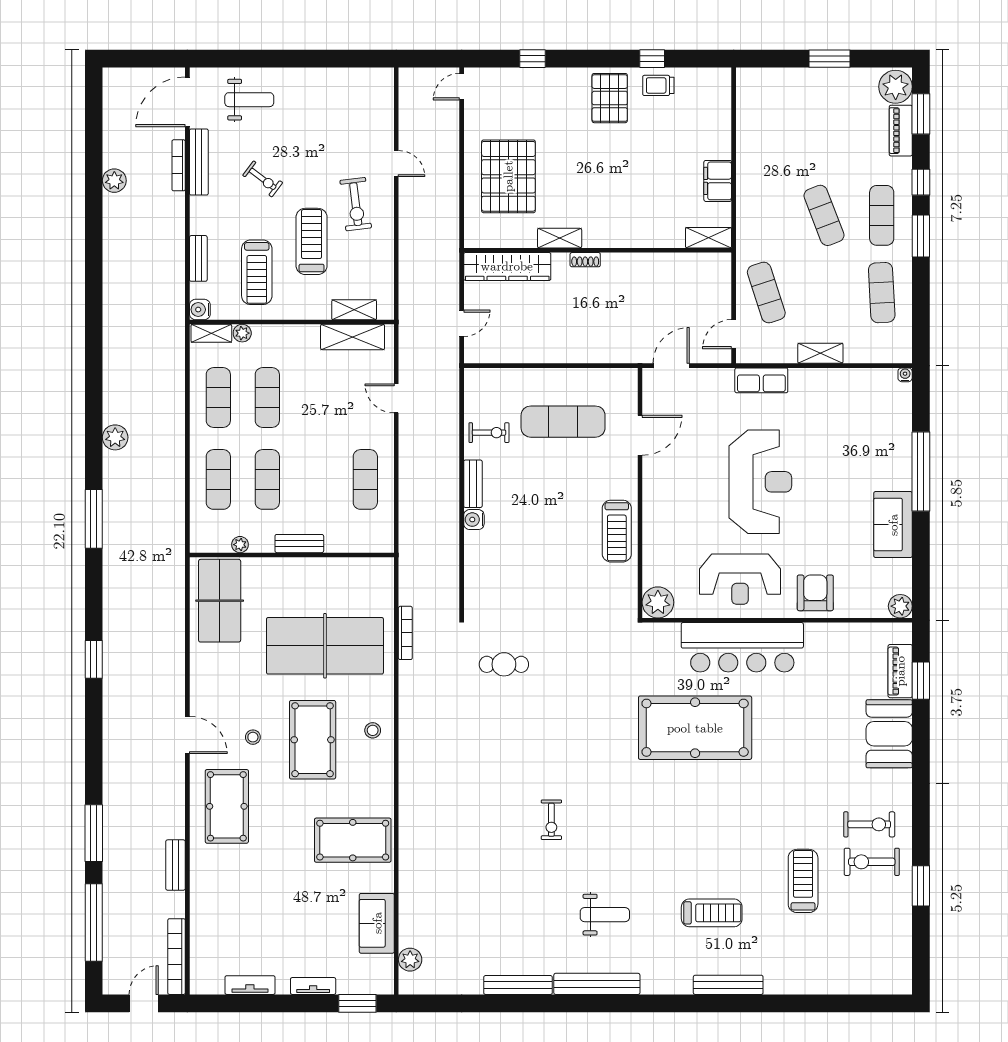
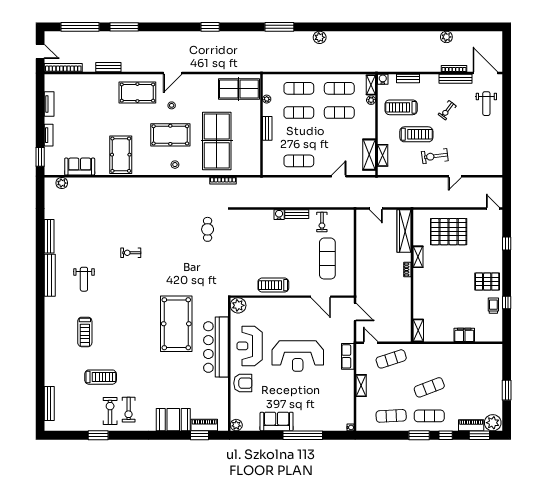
filing cabinet: (718, 181) -> (464, 335), moved
bench: (728, 985) -> (49, 404), moved

